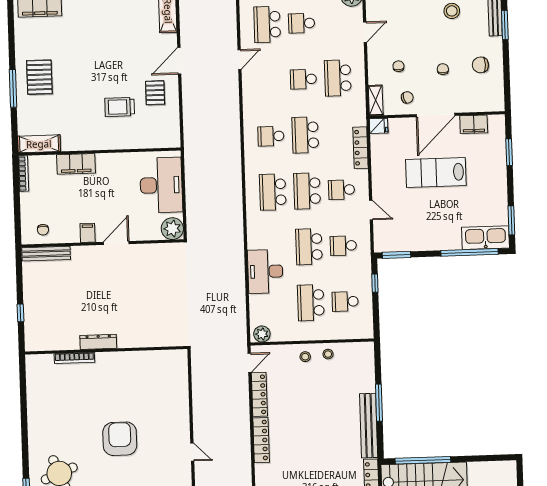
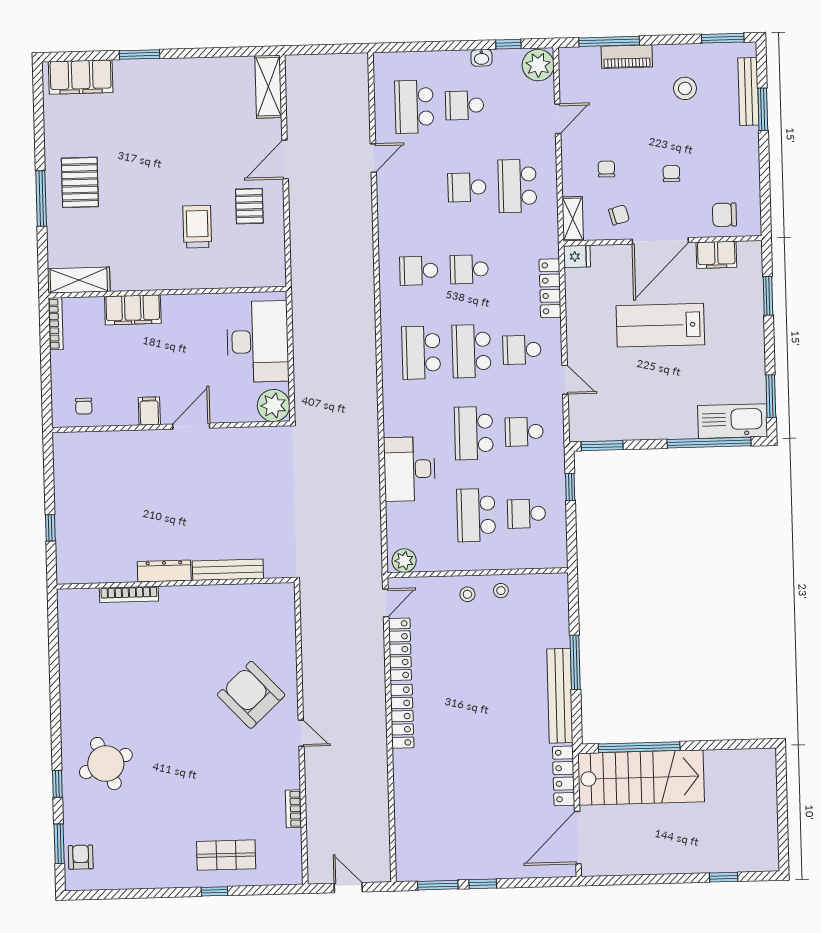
chair: (480, 65) -> (724, 215), moved
trolley: (120, 107) -> (197, 227), turned 90
school desk: (305, 135) -> (469, 269), width x0.54
bench: (46, 254) -> (228, 570), moved
armchair: (120, 439) -> (251, 695), moved, turned -43

